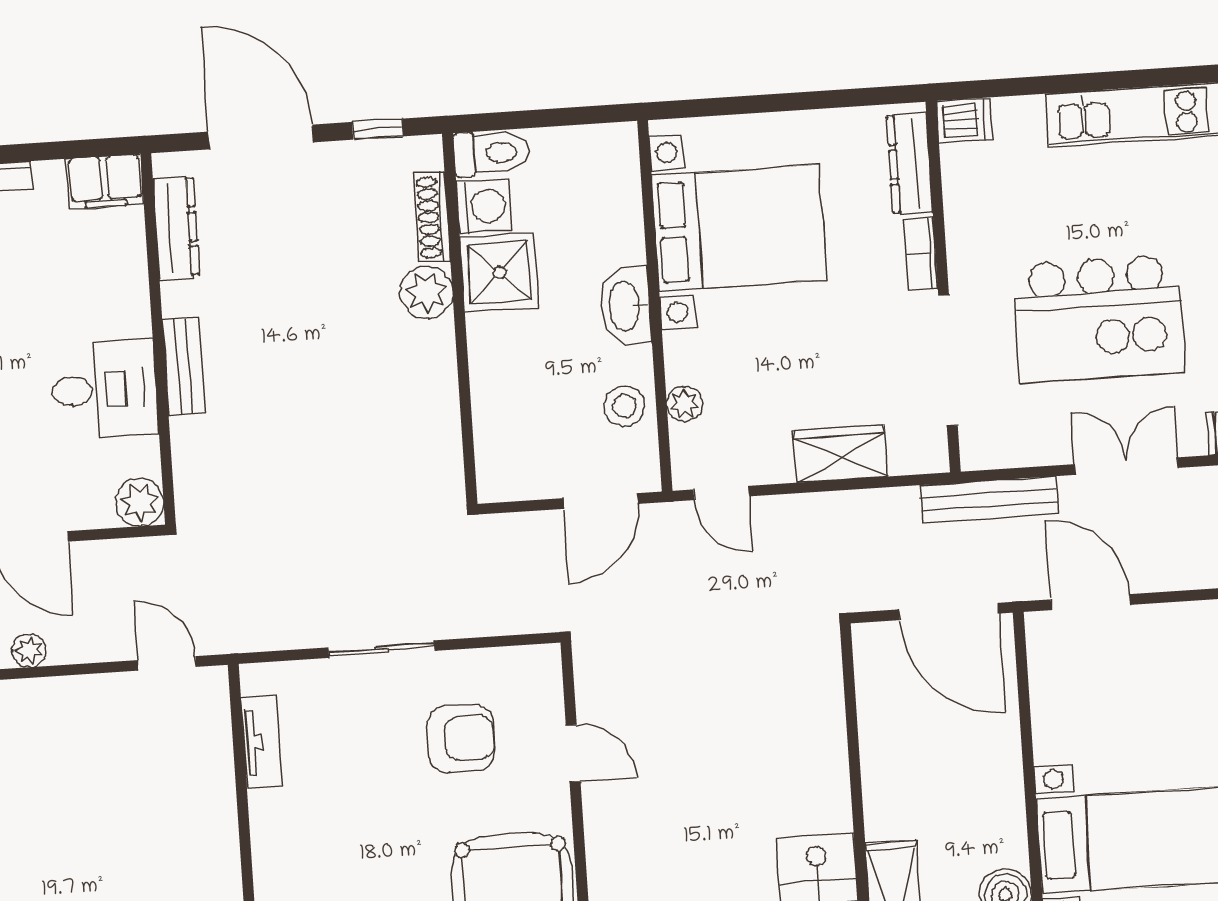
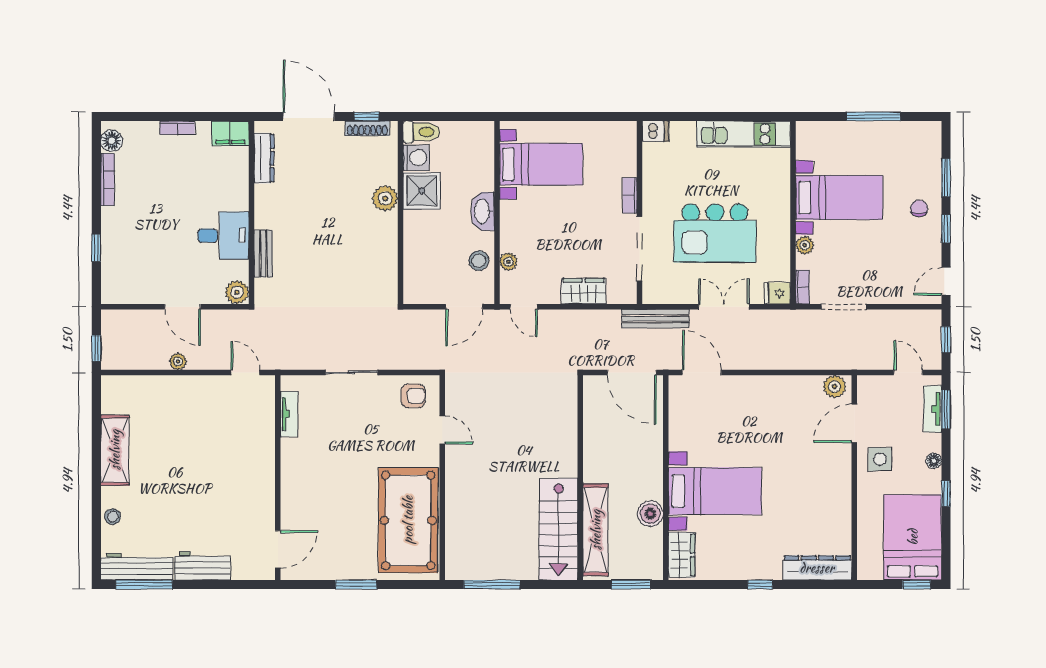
dresser: (910, 164) -> (627, 151), removed
shoe rack: (432, 217) -> (367, 128), moved, turned -90
bed with nightstands: (739, 228) -> (541, 164), width x0.73
bench: (184, 366) -> (263, 254), moved
armchair: (461, 738) -> (413, 396), moved, width x0.72, depth x0.72

